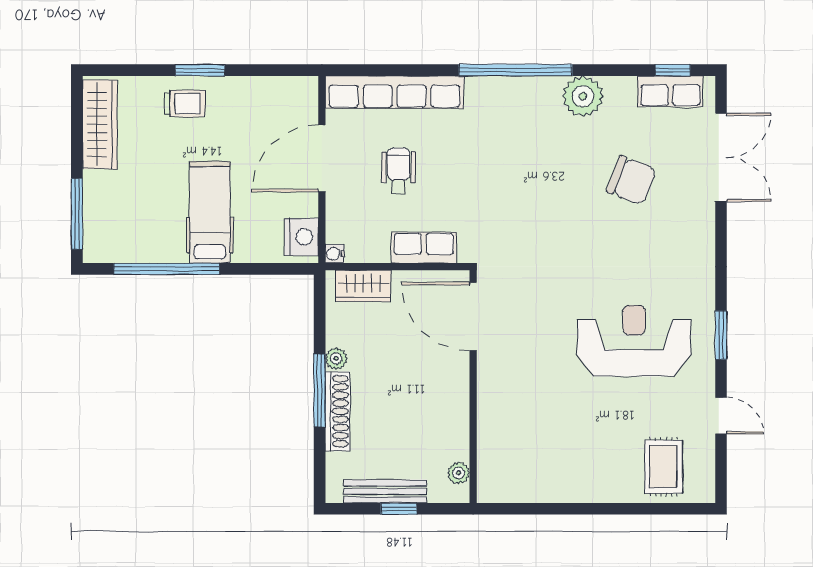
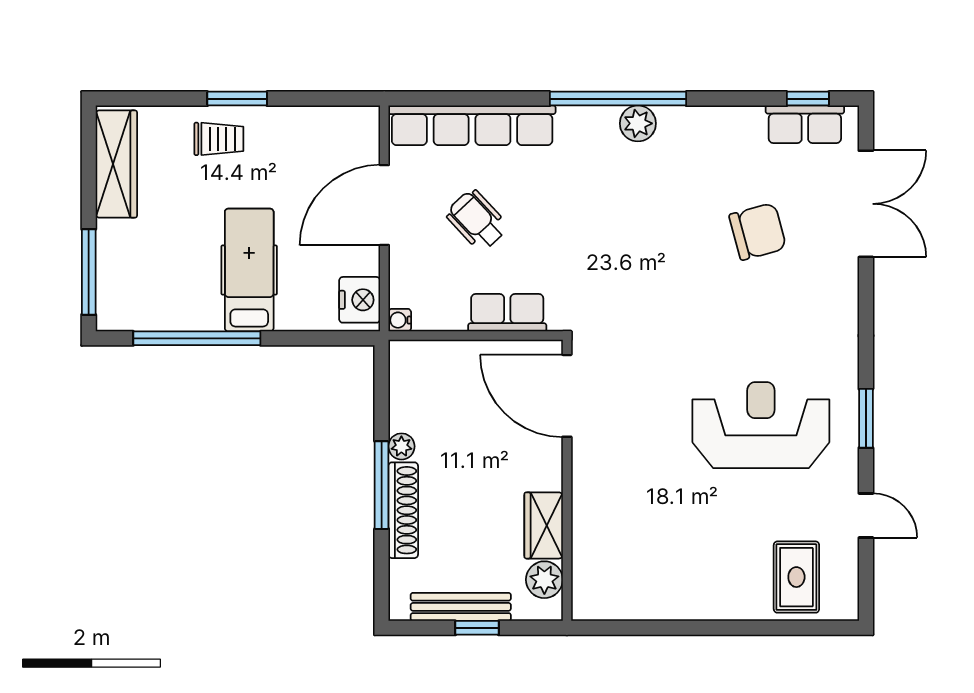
plant: (583, 96) -> (638, 123), moved, width x0.73, depth x0.73
wheelchair: (399, 171) -> (477, 220), turned -43
chair: (631, 180) -> (758, 232), turned -36
wardrobe: (363, 286) -> (544, 525), moved, turned 90
plant: (459, 473) -> (544, 580), width x1.38, depth x1.38

